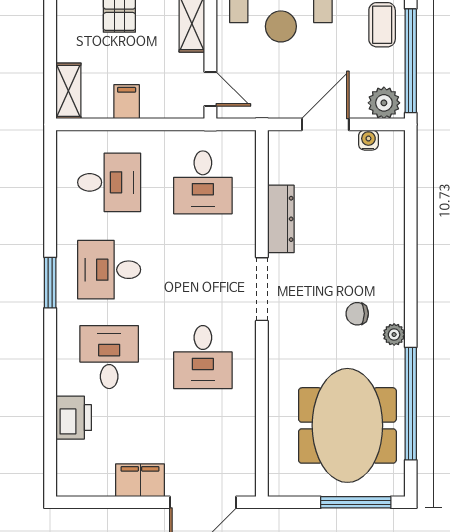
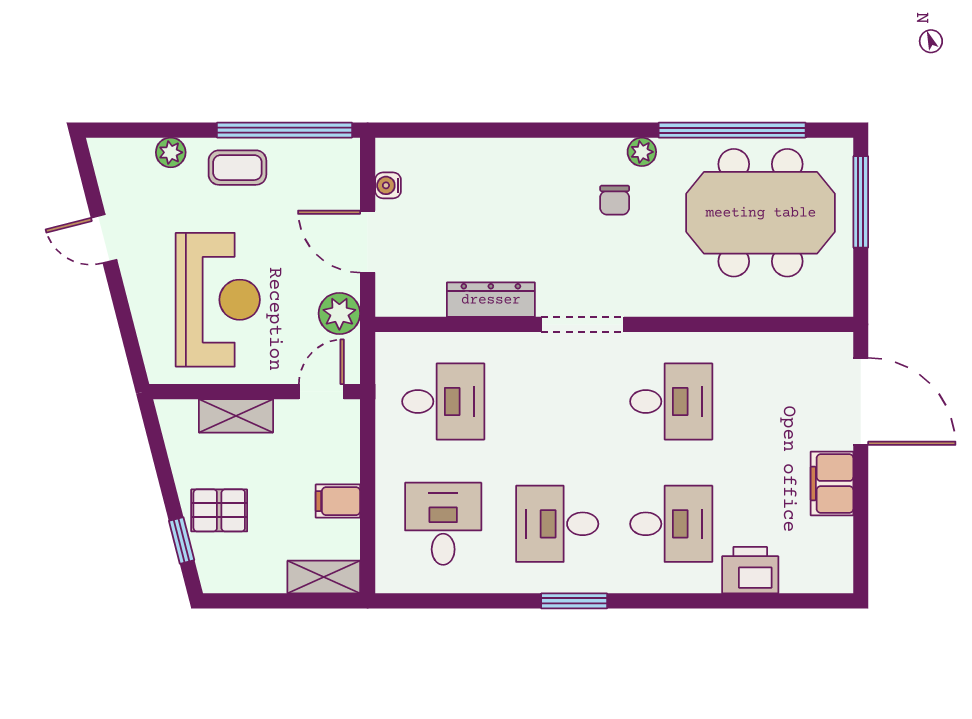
plant: (384, 103) -> (339, 313), moved
desk: (109, 270) -> (557, 524), turned 90
desk: (109, 357) -> (671, 524), turned 180

